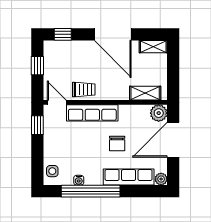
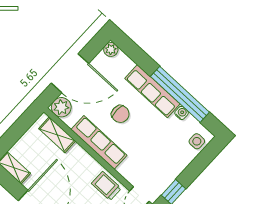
row of seats: (92, 113) -> (99, 142), moved
chair: (117, 144) -> (120, 114), turned 90
row of seats: (129, 177) -> (152, 91), moved

